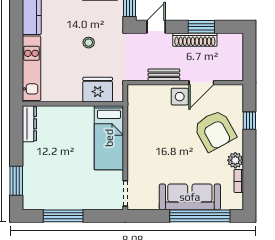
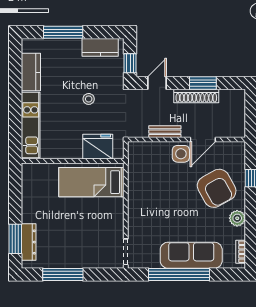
dresser: (29, 124) -> (29, 242), moved
bed: (109, 138) -> (91, 182), moved, turned 90
bookcase: (239, 181) -> (241, 252), moved
window: (200, 216) -> (179, 275), moved

